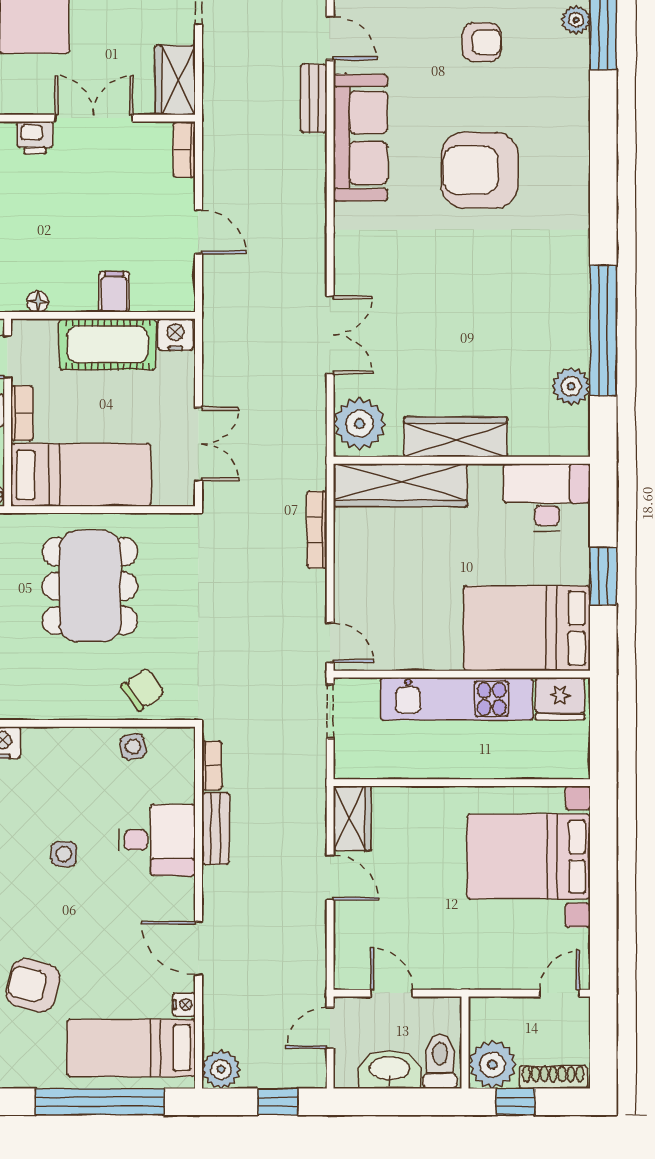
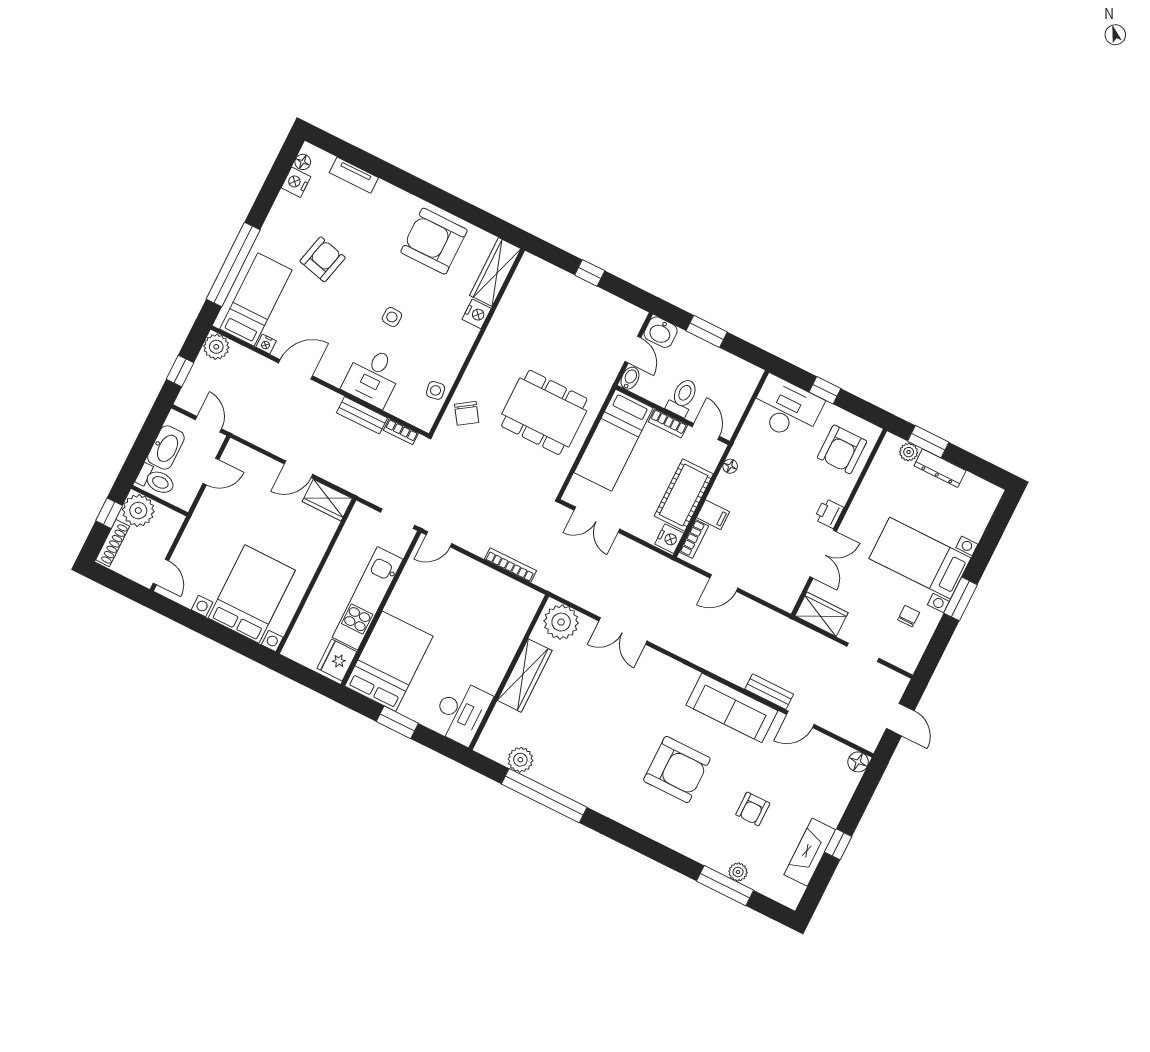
bookcase: (184, 150) -> (694, 539), moved, turned 90
armchair: (480, 170) -> (677, 770), turned 90
wardrobe: (400, 485) -> (512, 628), removed

